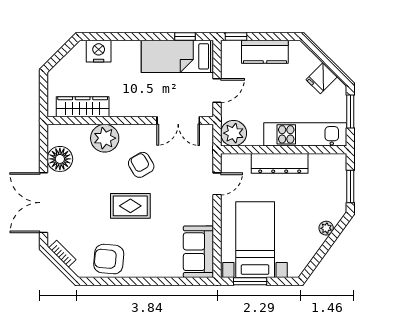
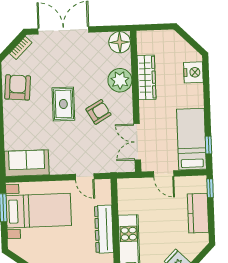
wardrobe: (83, 107) -> (146, 77), moved
plant: (234, 133) -> (128, 189), removed
floor lamp: (60, 159) -> (120, 42), moved

